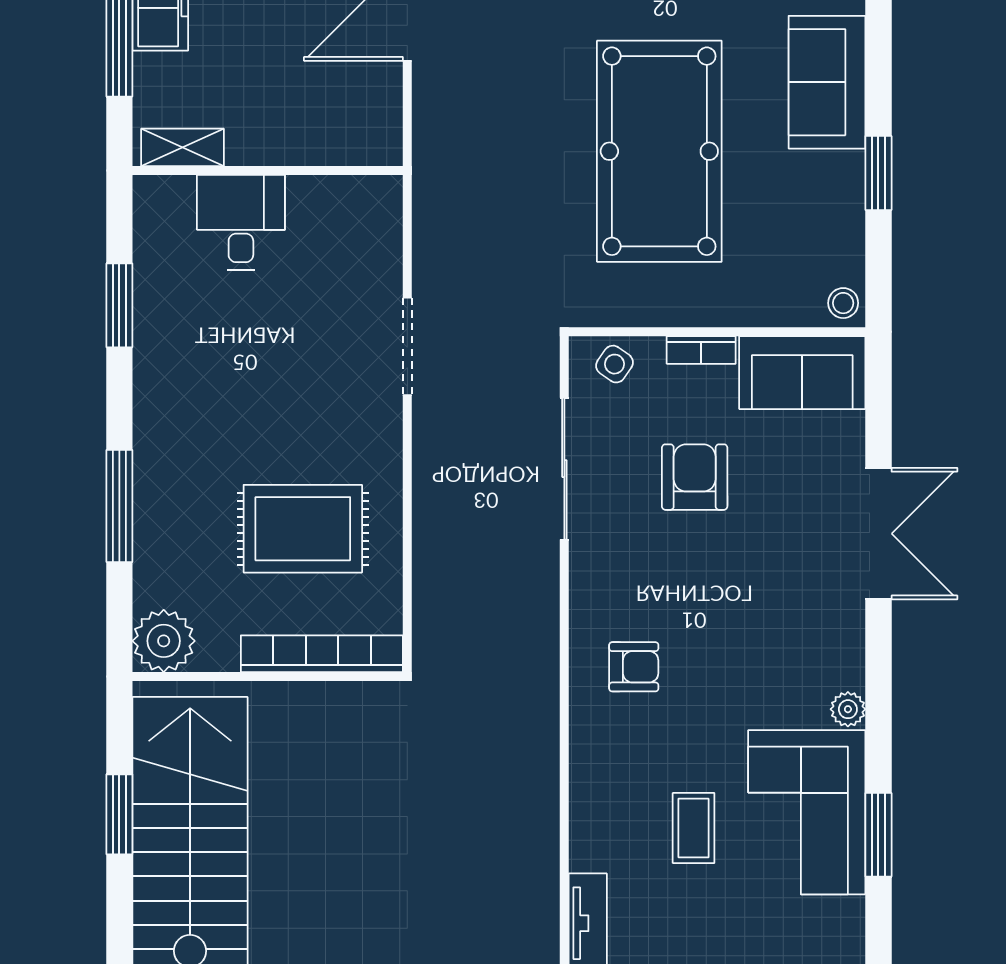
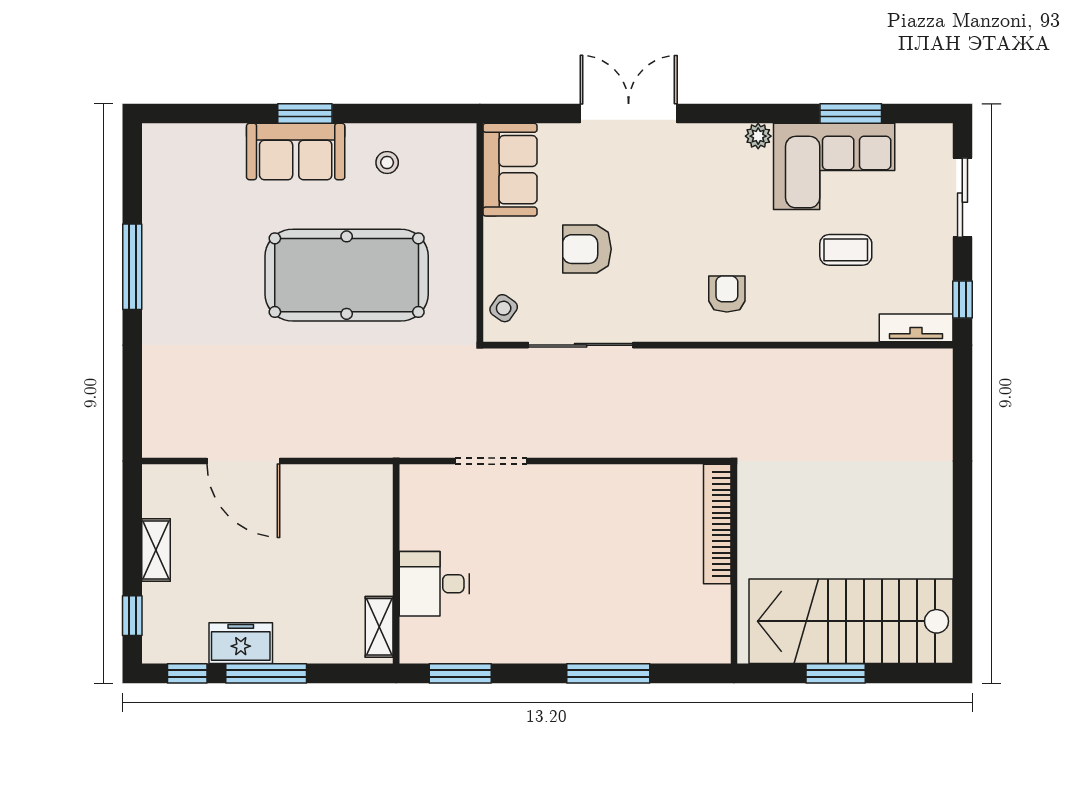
shelving: (182, 147) -> (379, 627), moved
wall: (268, 170) -> (396, 564), moved
window: (878, 173) -> (305, 114), moved
desk: (241, 222) -> (434, 584), moved
stool: (843, 303) -> (387, 162), moved
bookcase: (701, 350) -> (493, 244), removed
rug: (303, 529) -> (625, 538), removed
plant: (164, 641) -> (708, 641), removed

